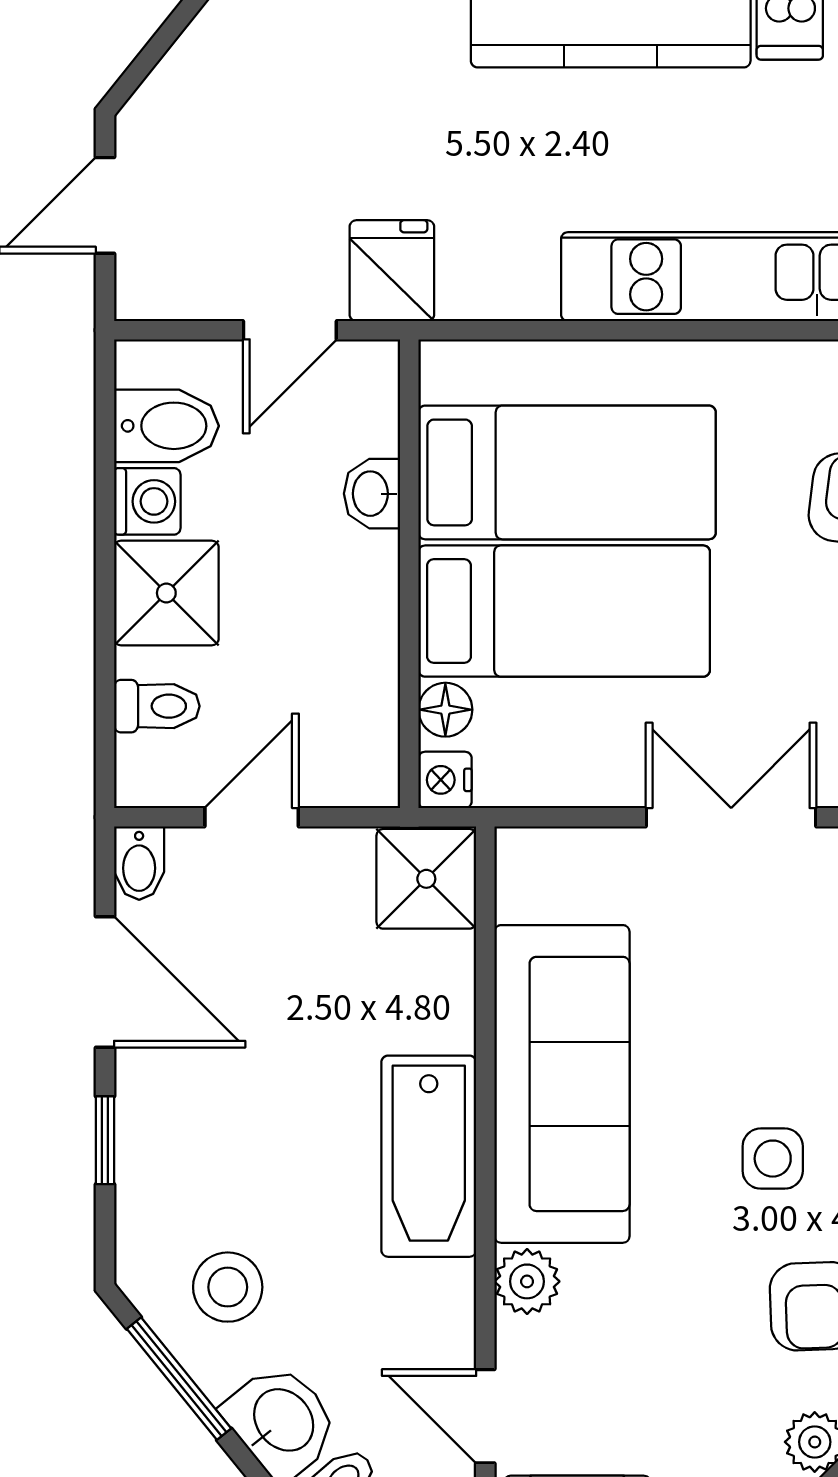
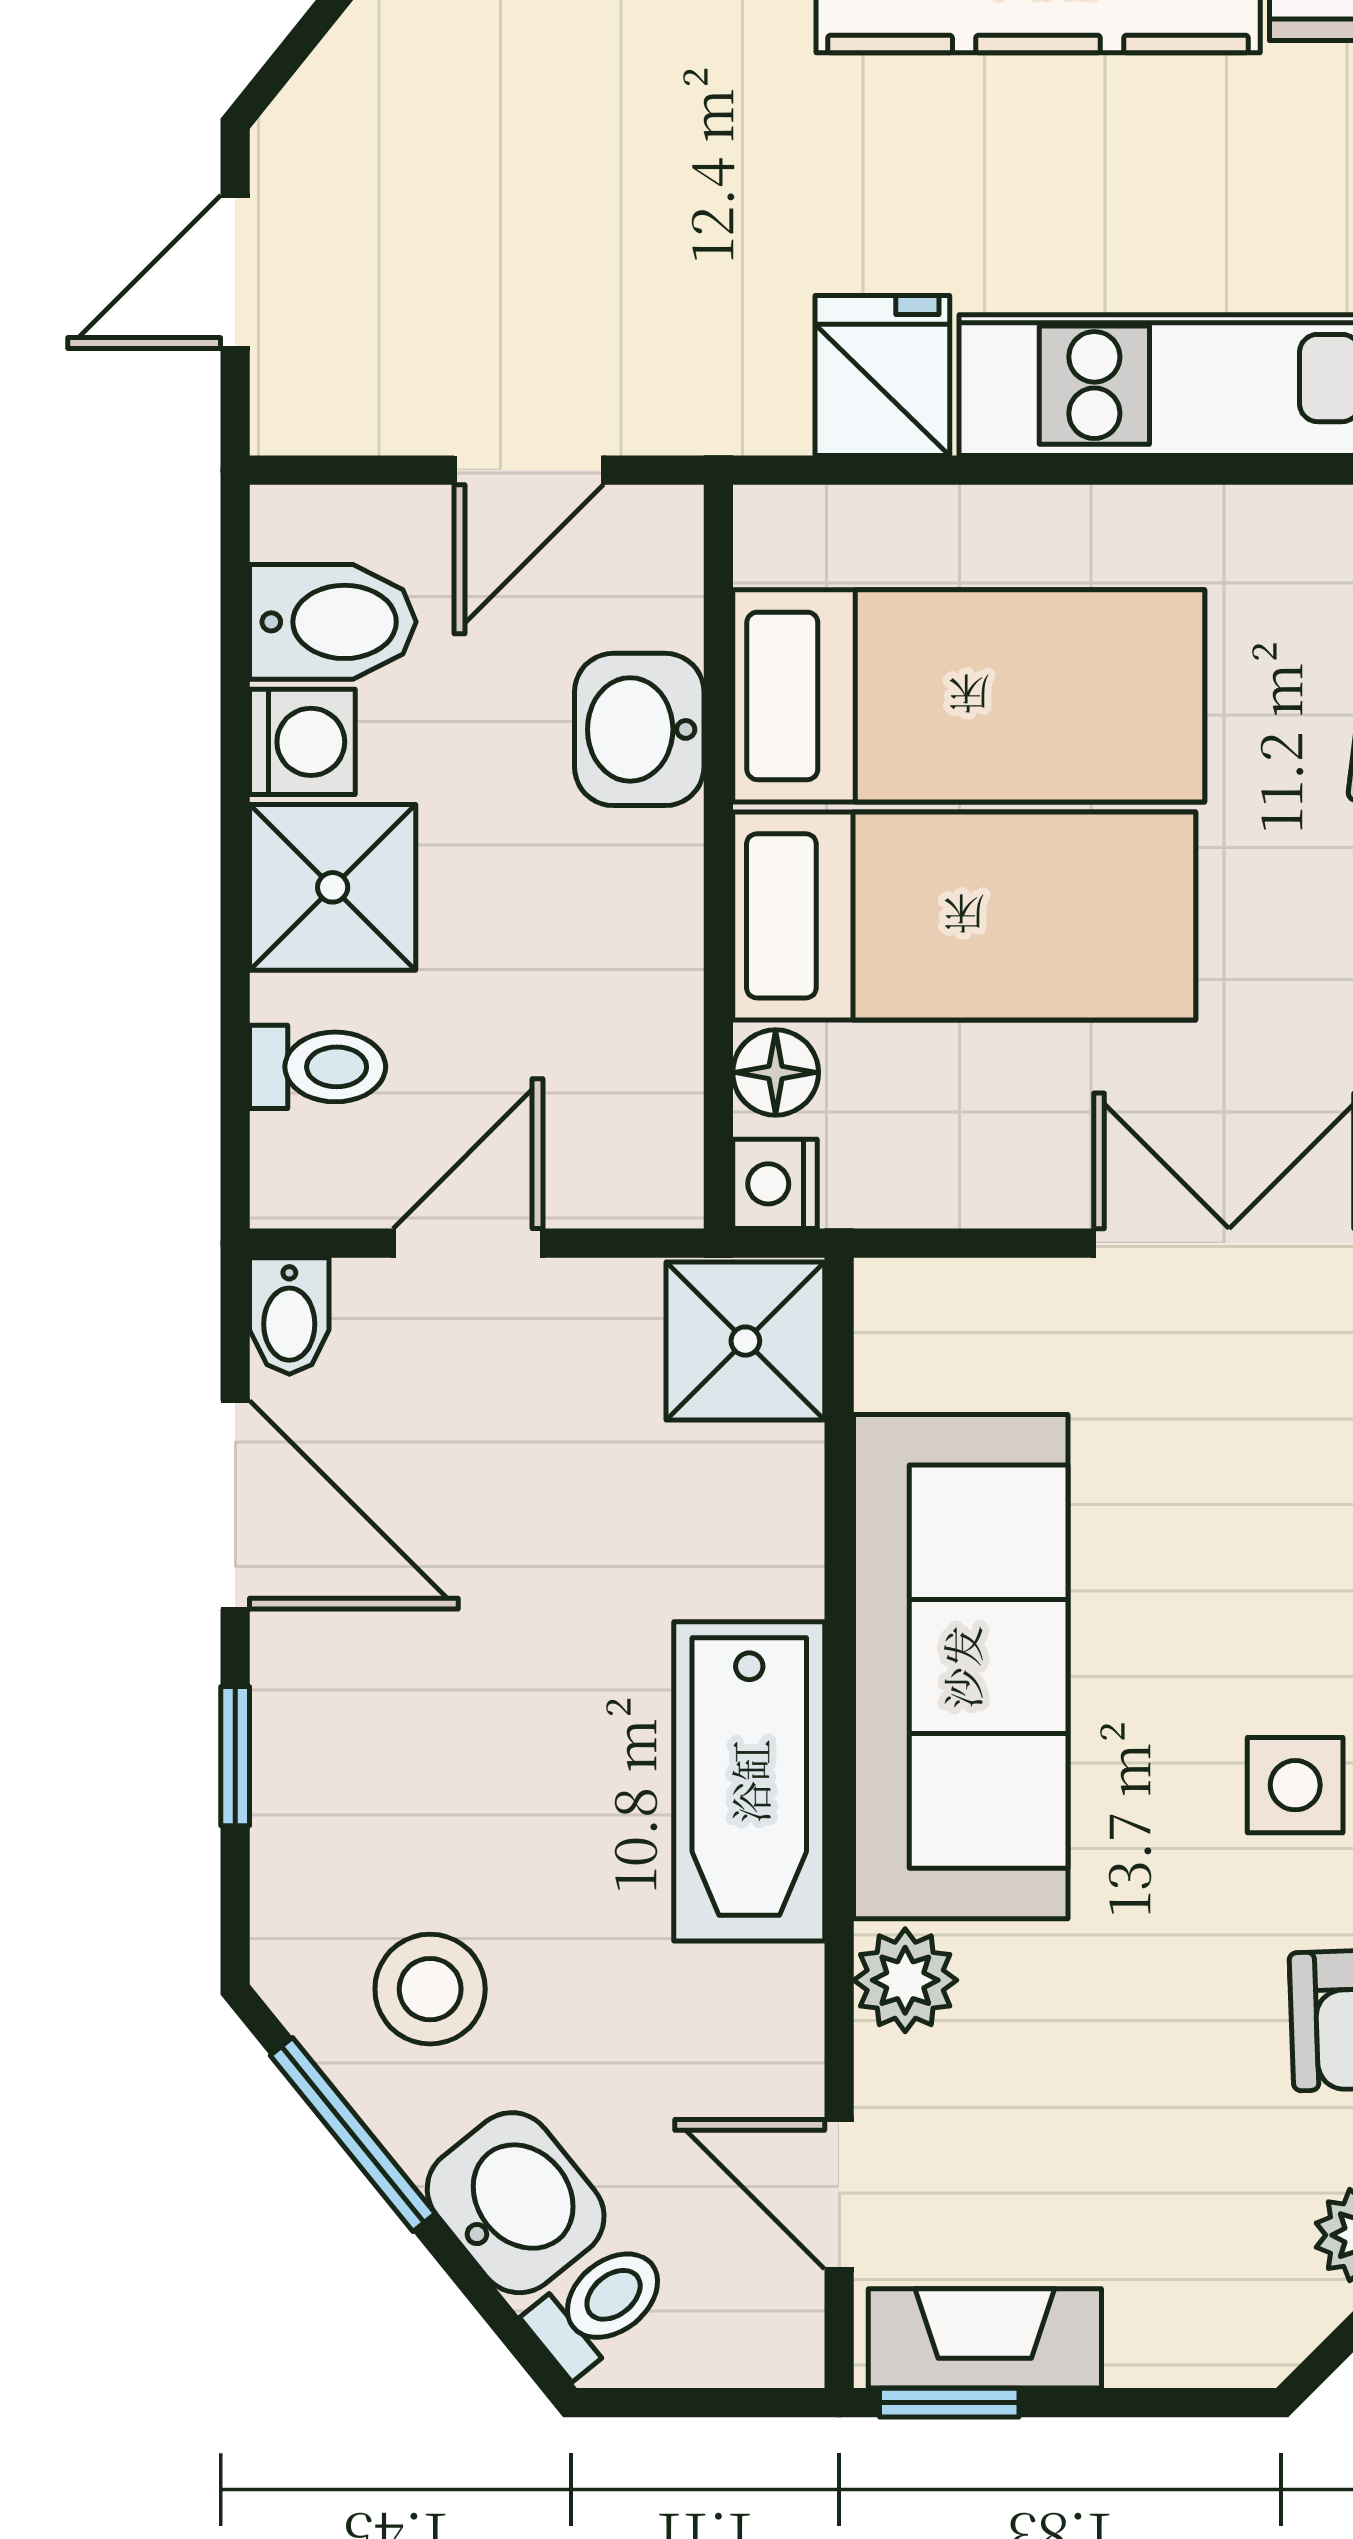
fridge: (392, 271) -> (882, 376), moved
washbasin: (372, 494) -> (639, 729), width x1.38, depth x1.45

